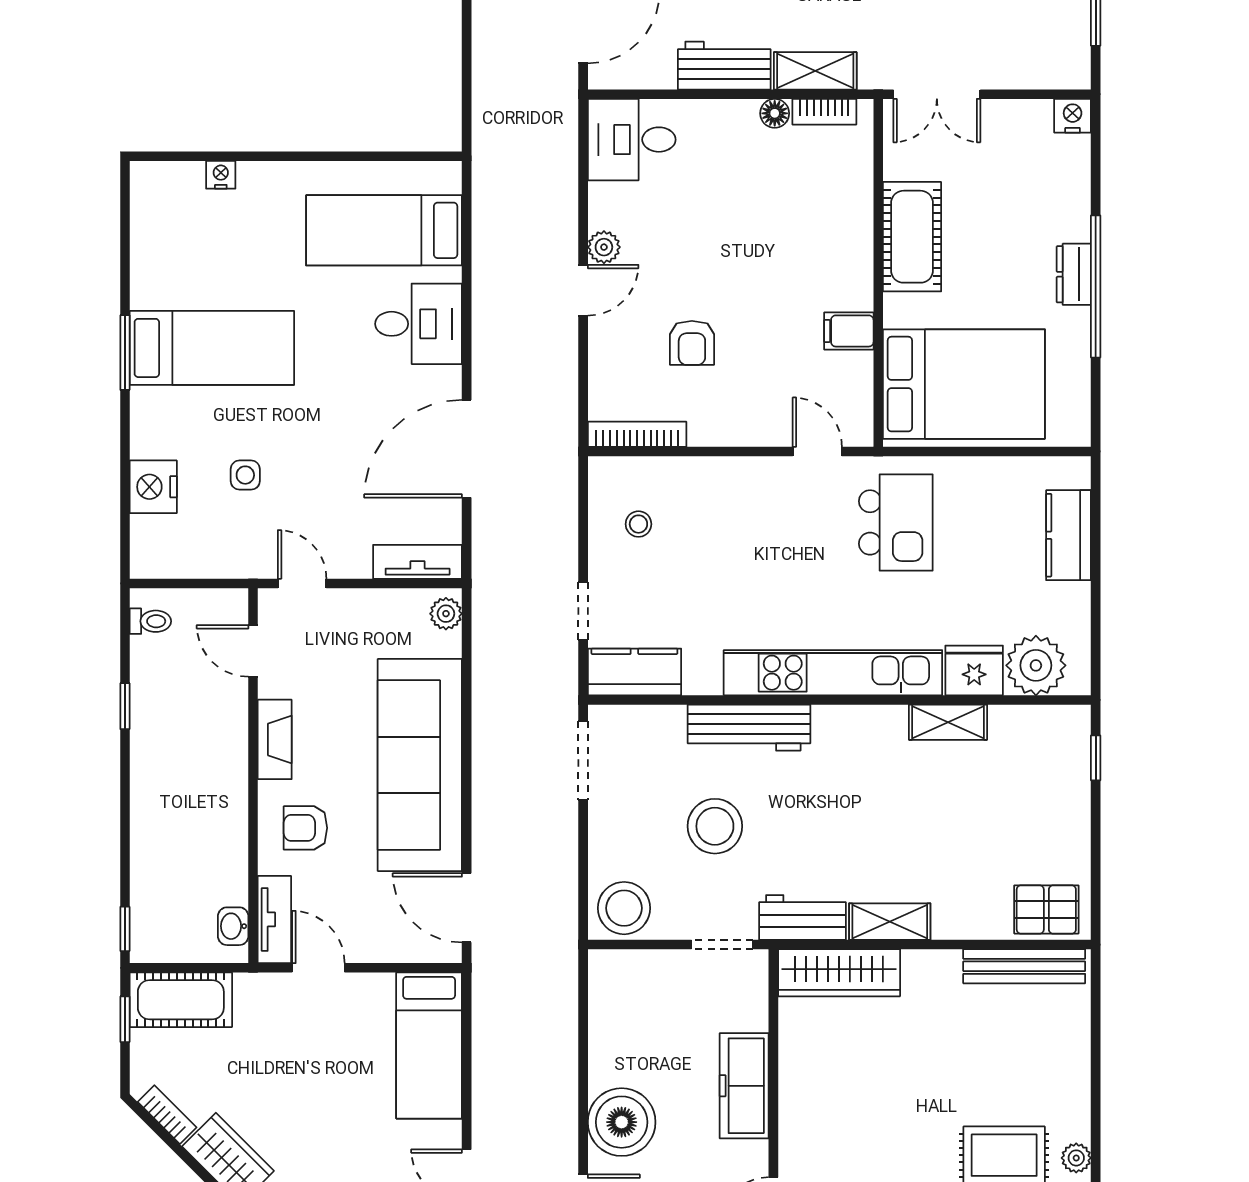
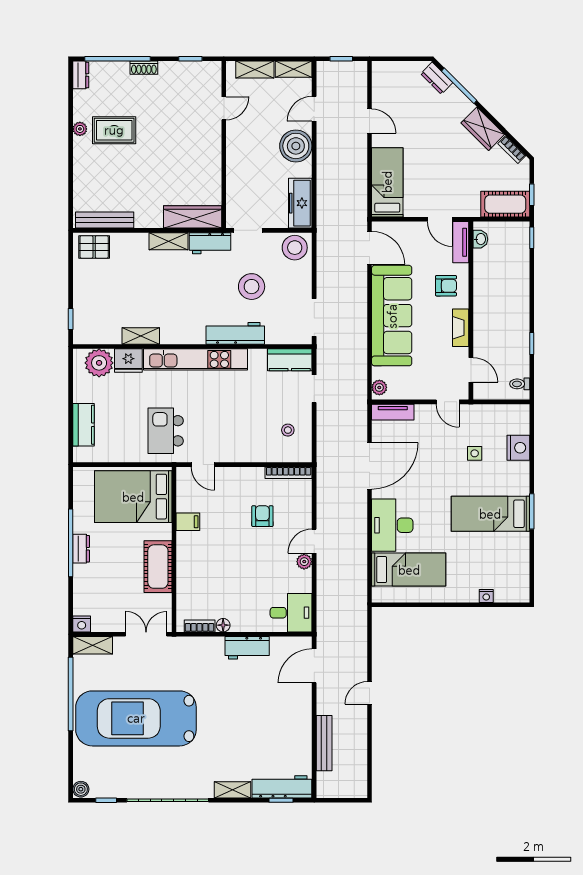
shelving: (815, 71) -> (93, 645), moved
desk: (419, 324) -> (392, 525), width x1.37
freezer: (744, 1086) -> (300, 203), moved, turned 180

